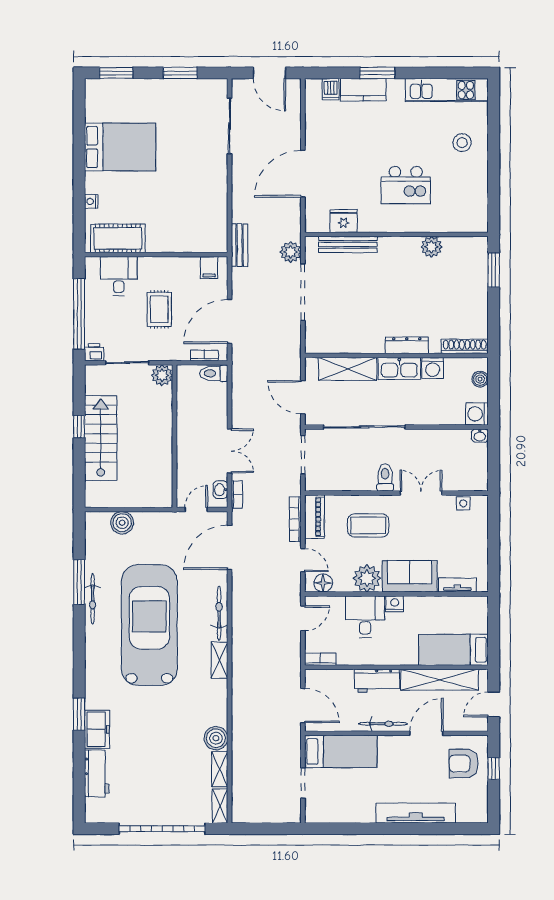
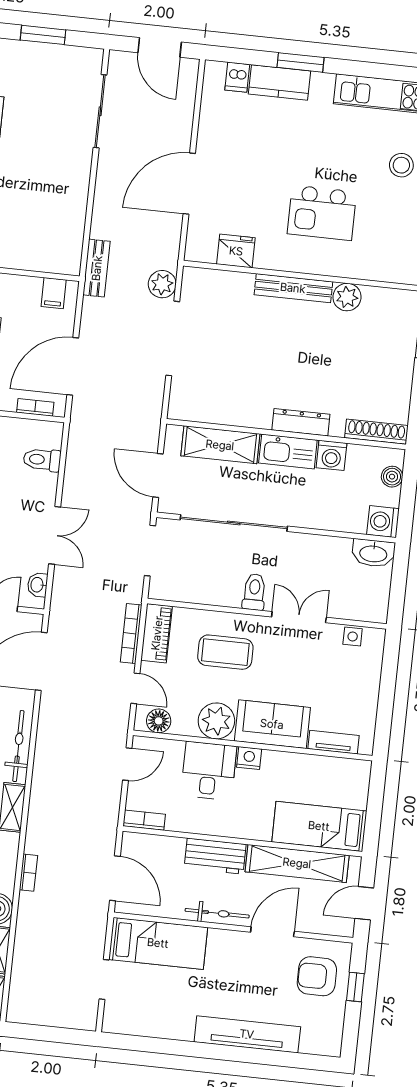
bench: (348, 244) -> (293, 288), moved
toilet: (214, 373) -> (42, 460), moved
washbasin: (480, 436) -> (373, 553), width x1.91, depth x1.45
bookcase: (237, 495) -> (28, 873), moved

